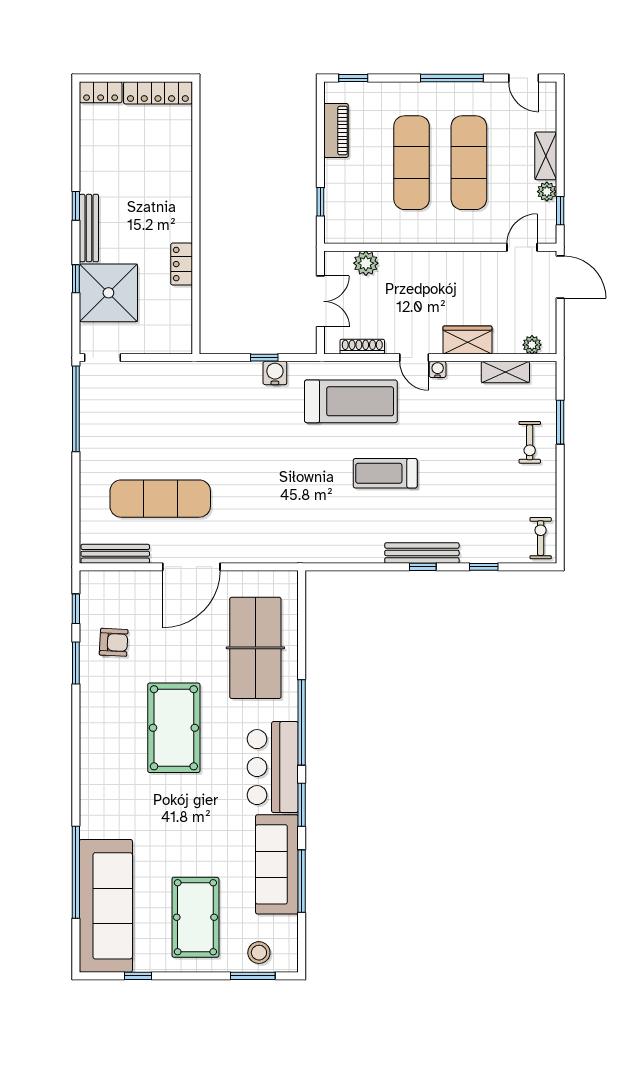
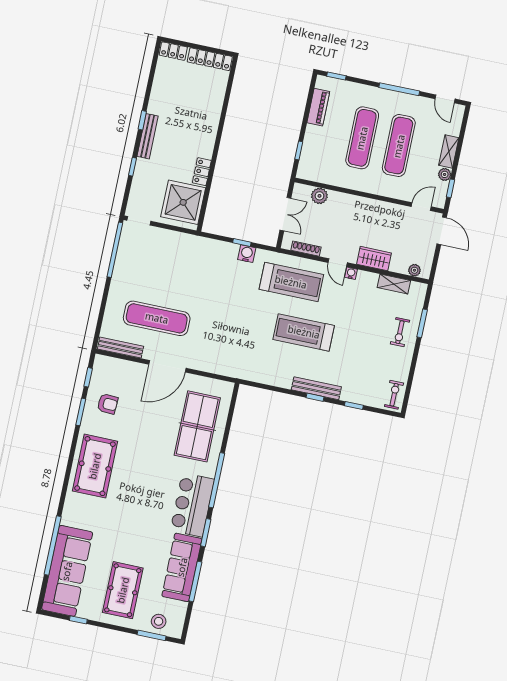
shower: (108, 293) -> (183, 202), moved
treadmill: (385, 473) -> (304, 332), width x1.37, depth x1.38
pool table: (174, 728) -> (95, 466), moved

